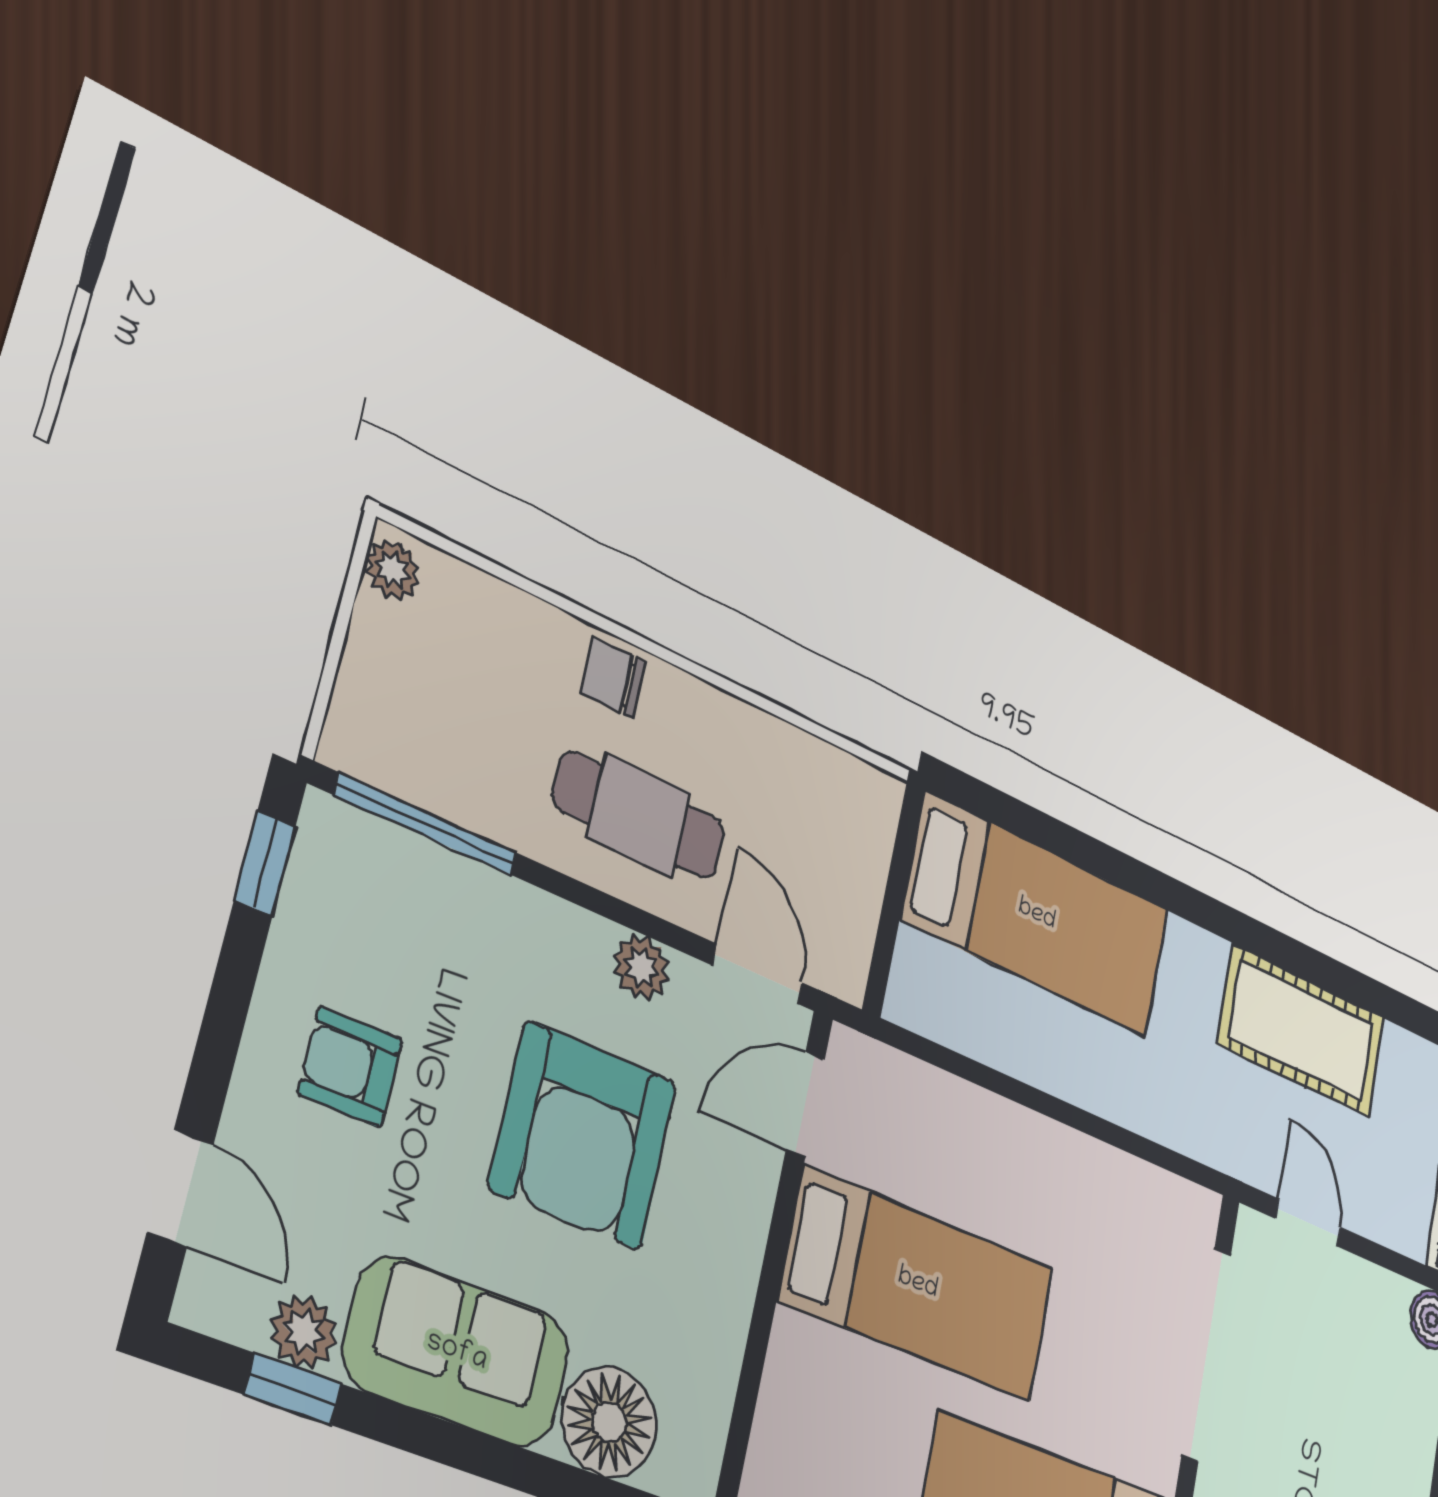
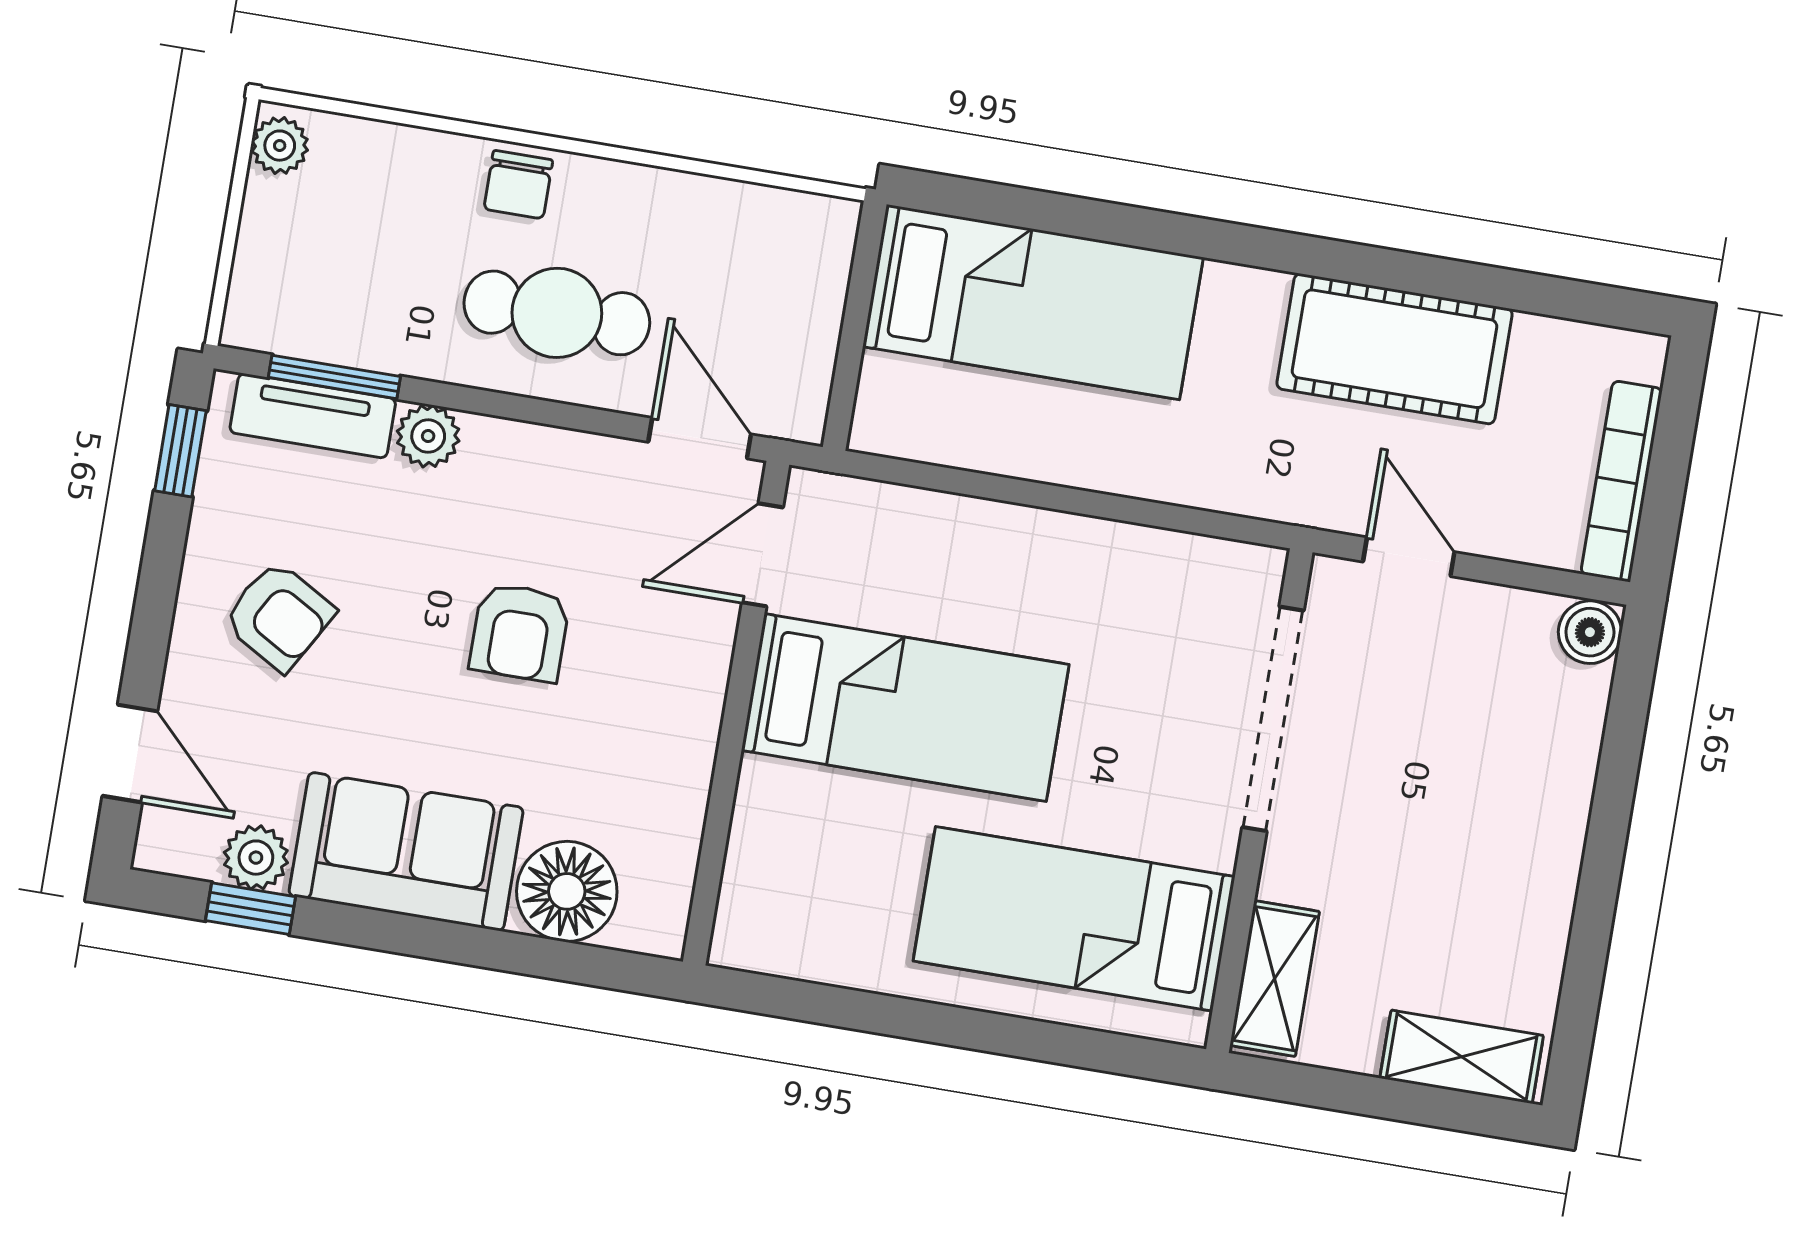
chair: (613, 677) -> (518, 185), turned -90
window: (426, 824) -> (334, 377), width x0.69
tv unit: (402, 859) -> (313, 416), added
plant: (641, 967) -> (428, 436), moved
armchair: (350, 1067) -> (279, 616), turned -150
armchair: (583, 1135) -> (520, 632), width x0.53, depth x0.53

